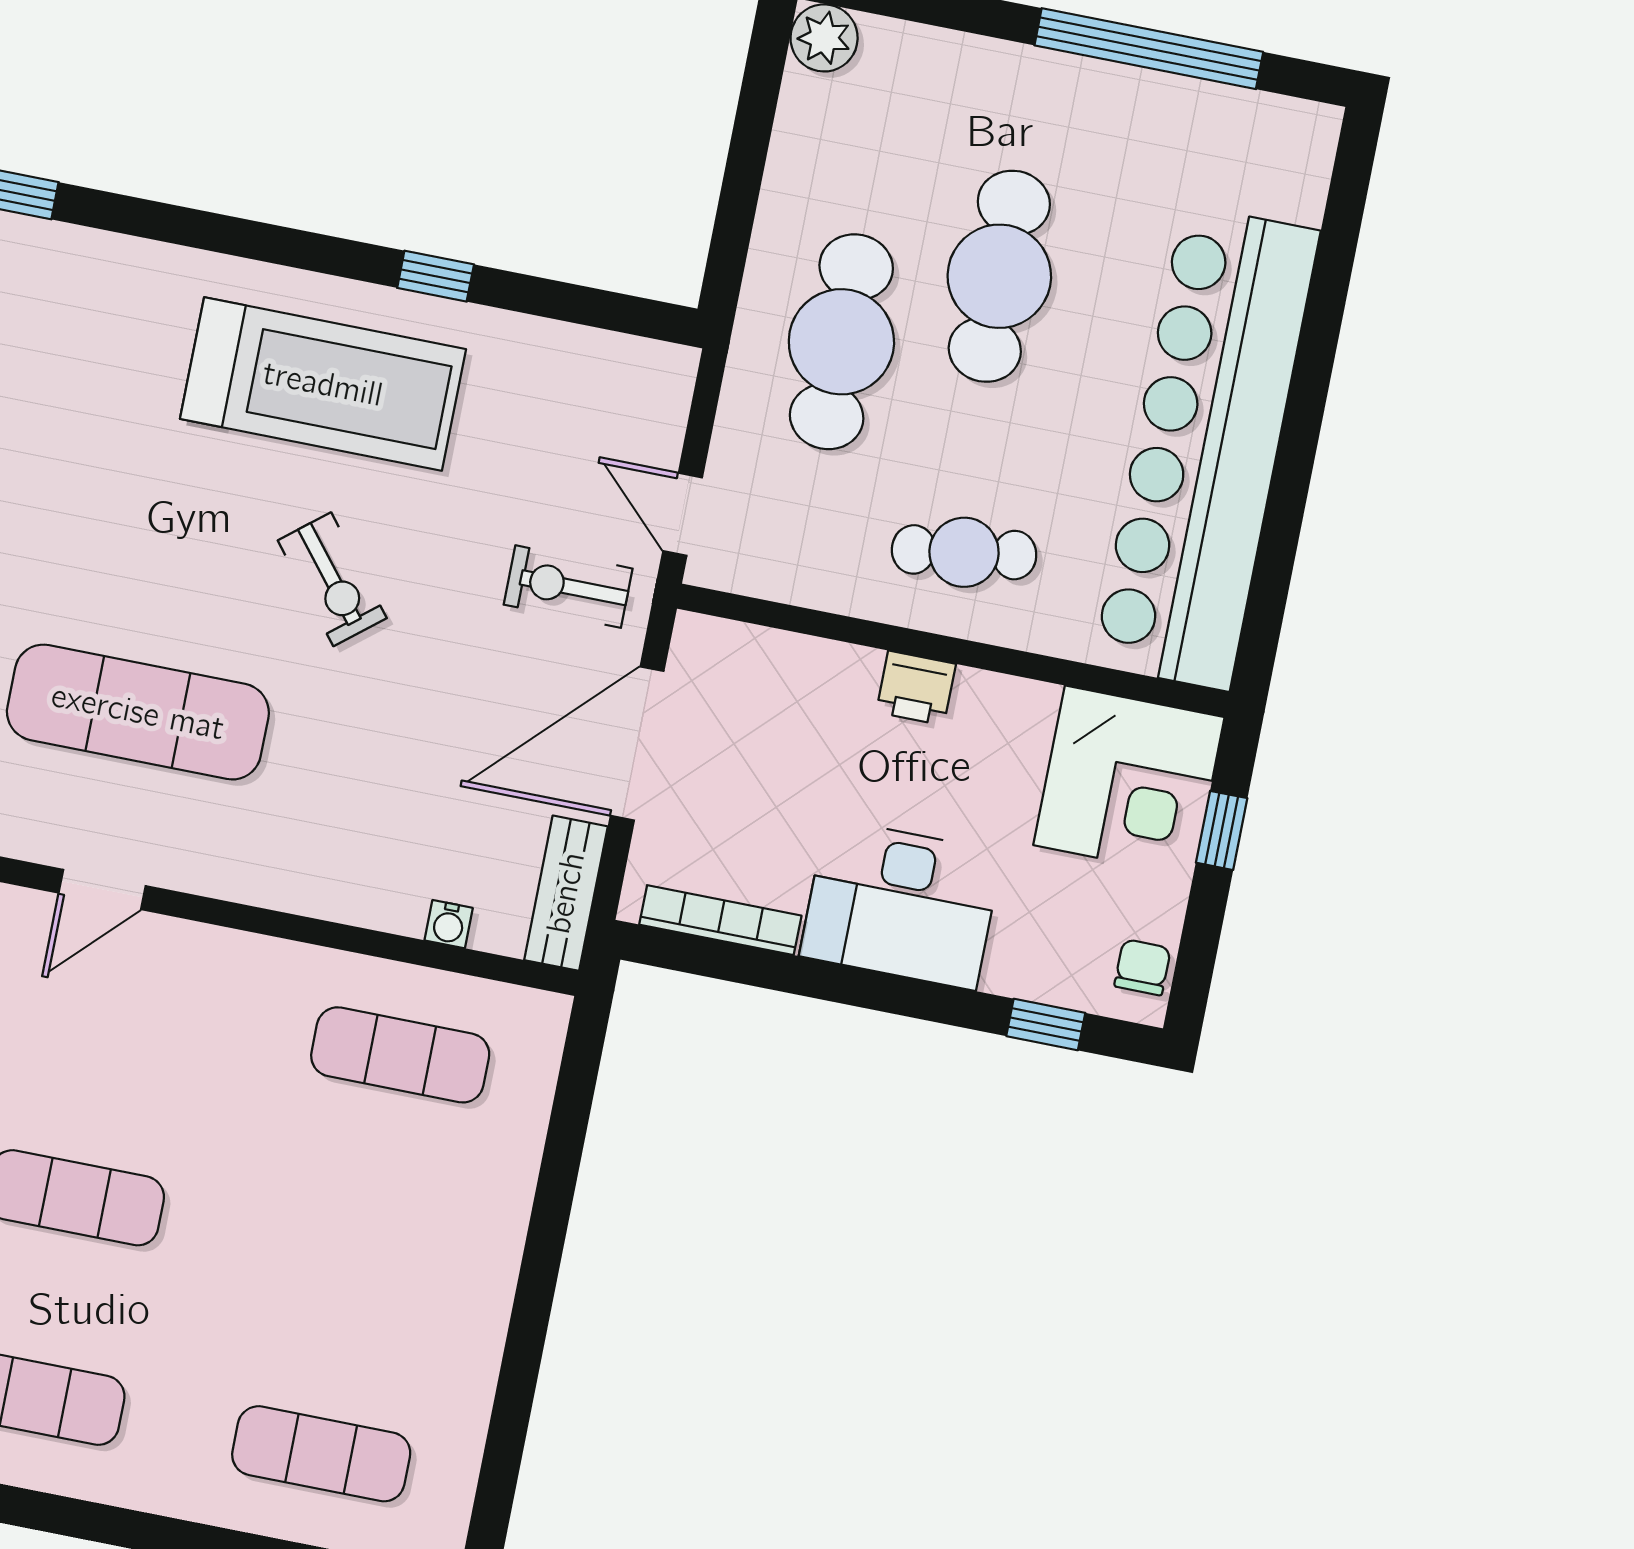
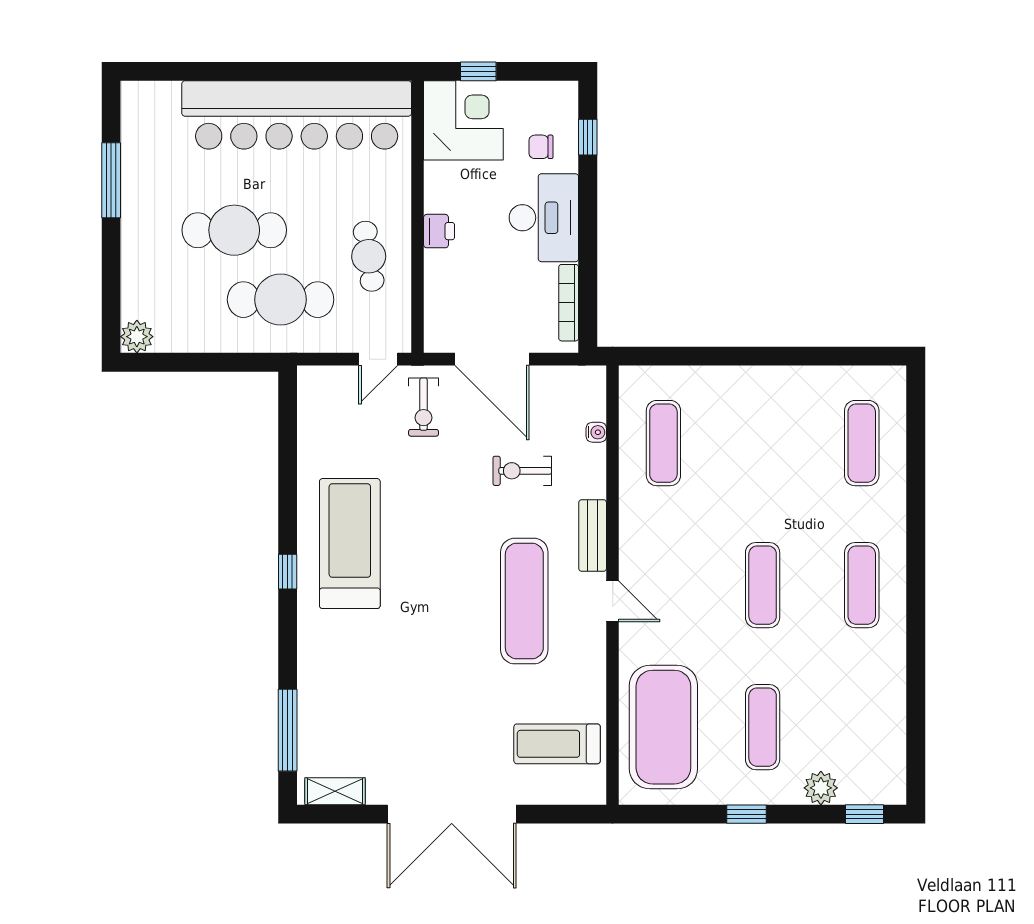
window: (1149, 49) -> (111, 180), width x0.68
window: (436, 276) -> (288, 572), moved
cafe table: (964, 552) -> (369, 256), moved
exercise bike: (332, 579) -> (522, 471), moved, turned -141
bench: (566, 893) -> (593, 536), moved, turned 90
chair: (1143, 967) -> (541, 147), moved

